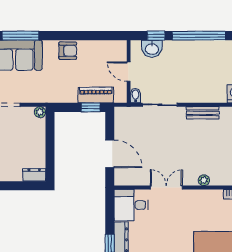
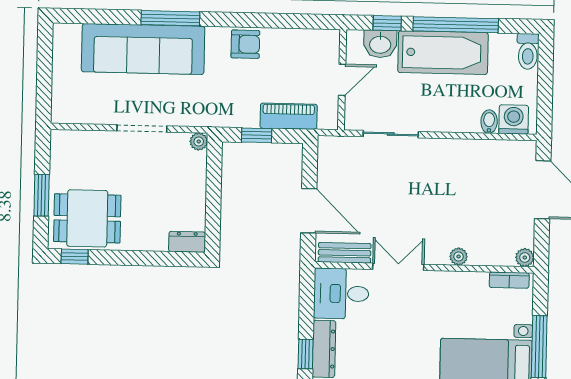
bathtub: (191, 53) -> (443, 53), added
door: (129, 72) -> (342, 80), swing flipped
bidet: (135, 96) -> (489, 122), moved
window: (91, 107) -> (257, 135), moved
bench: (203, 113) -> (345, 253), moved

